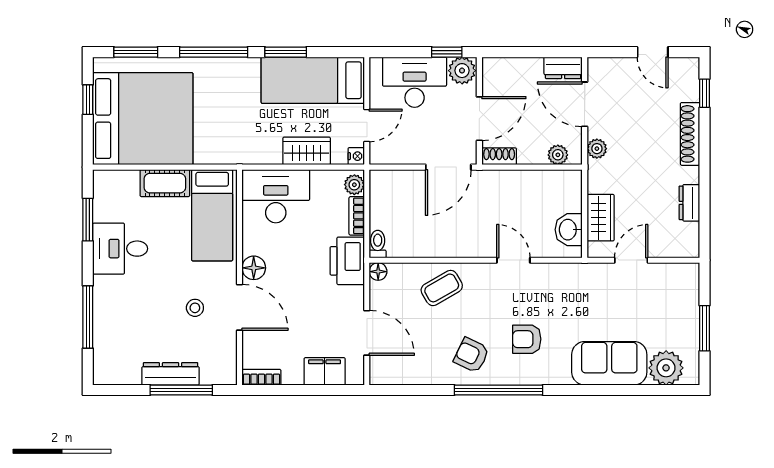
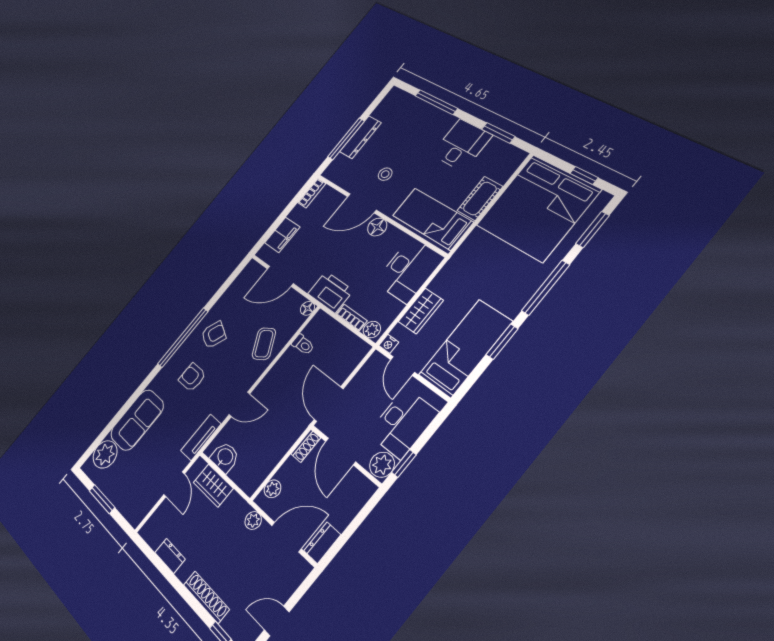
toilet: (378, 244) -> (303, 345), moved
tv unit: (571, 273) -> (201, 437), added
armchair: (527, 339) -> (192, 377), turned -90

